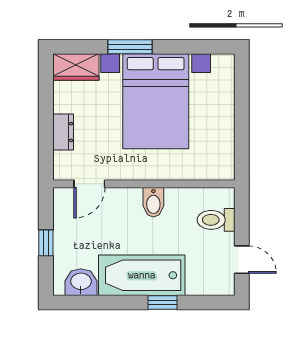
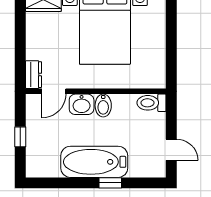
dresser: (63, 132) -> (34, 75), moved
toilet: (216, 220) -> (152, 103), moved
washbasin: (81, 282) -> (82, 104), moved, turned 180

